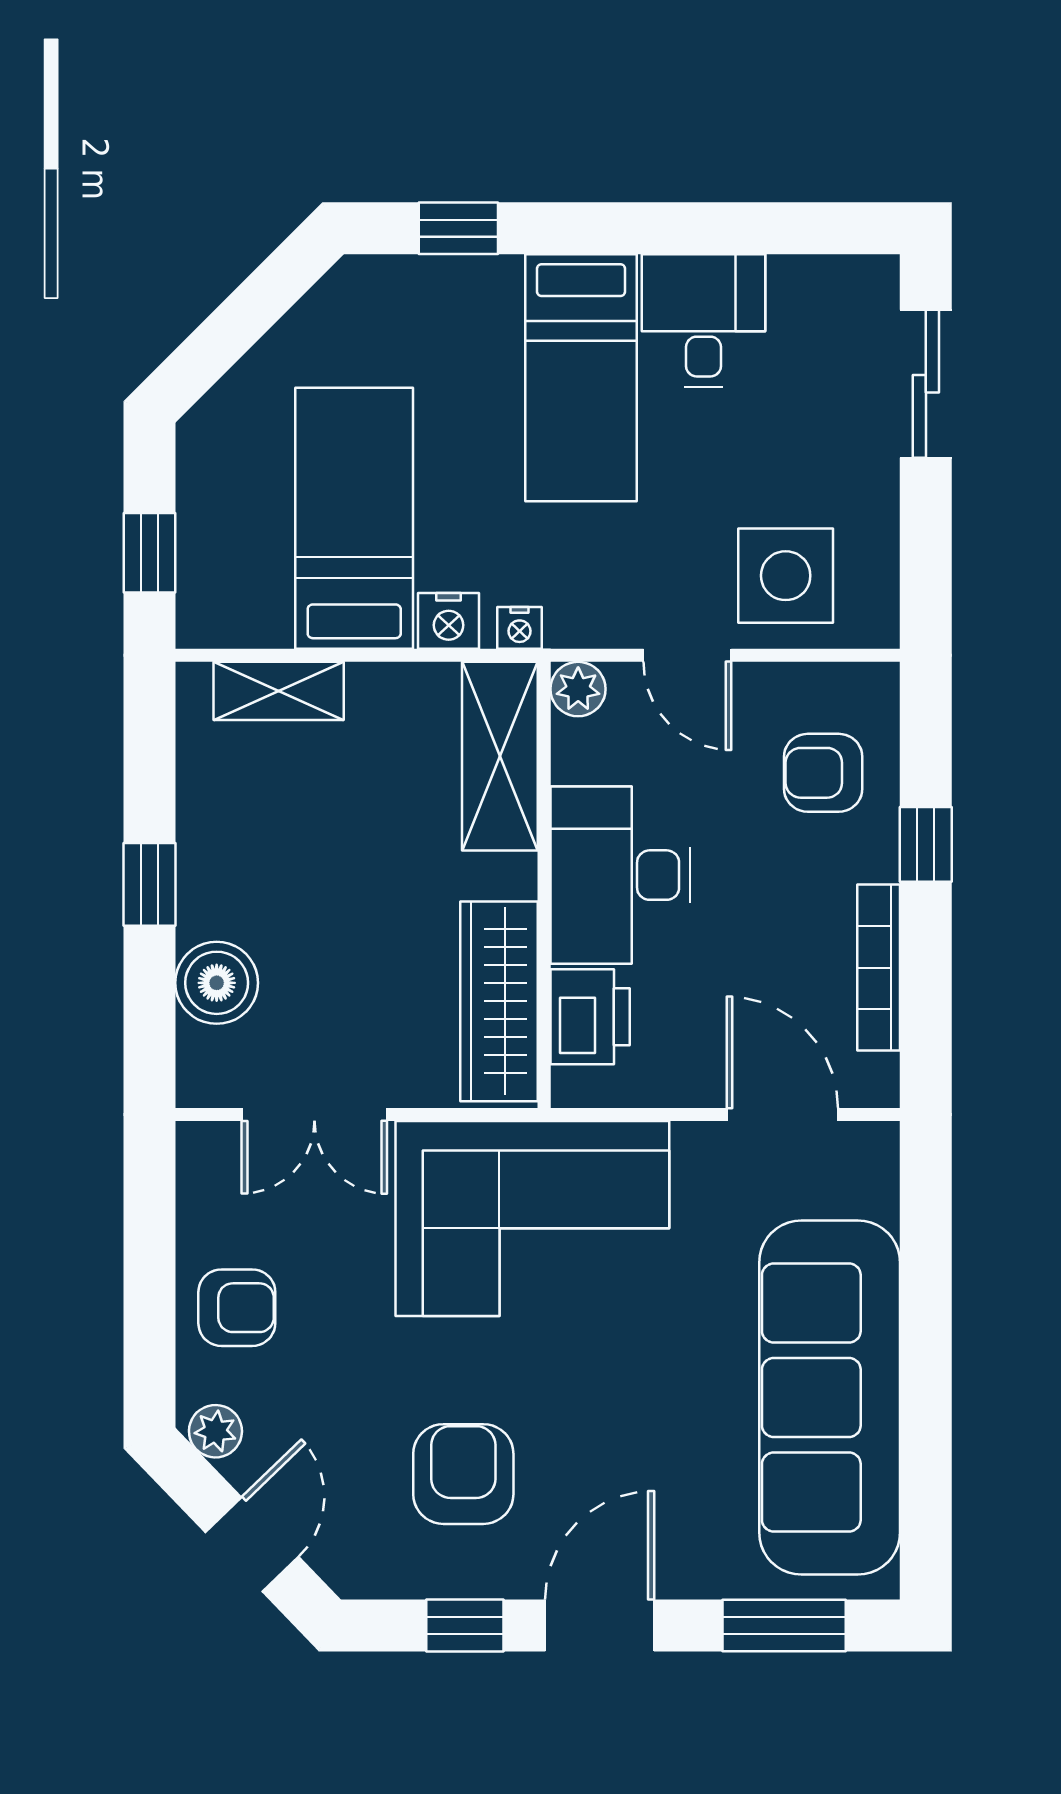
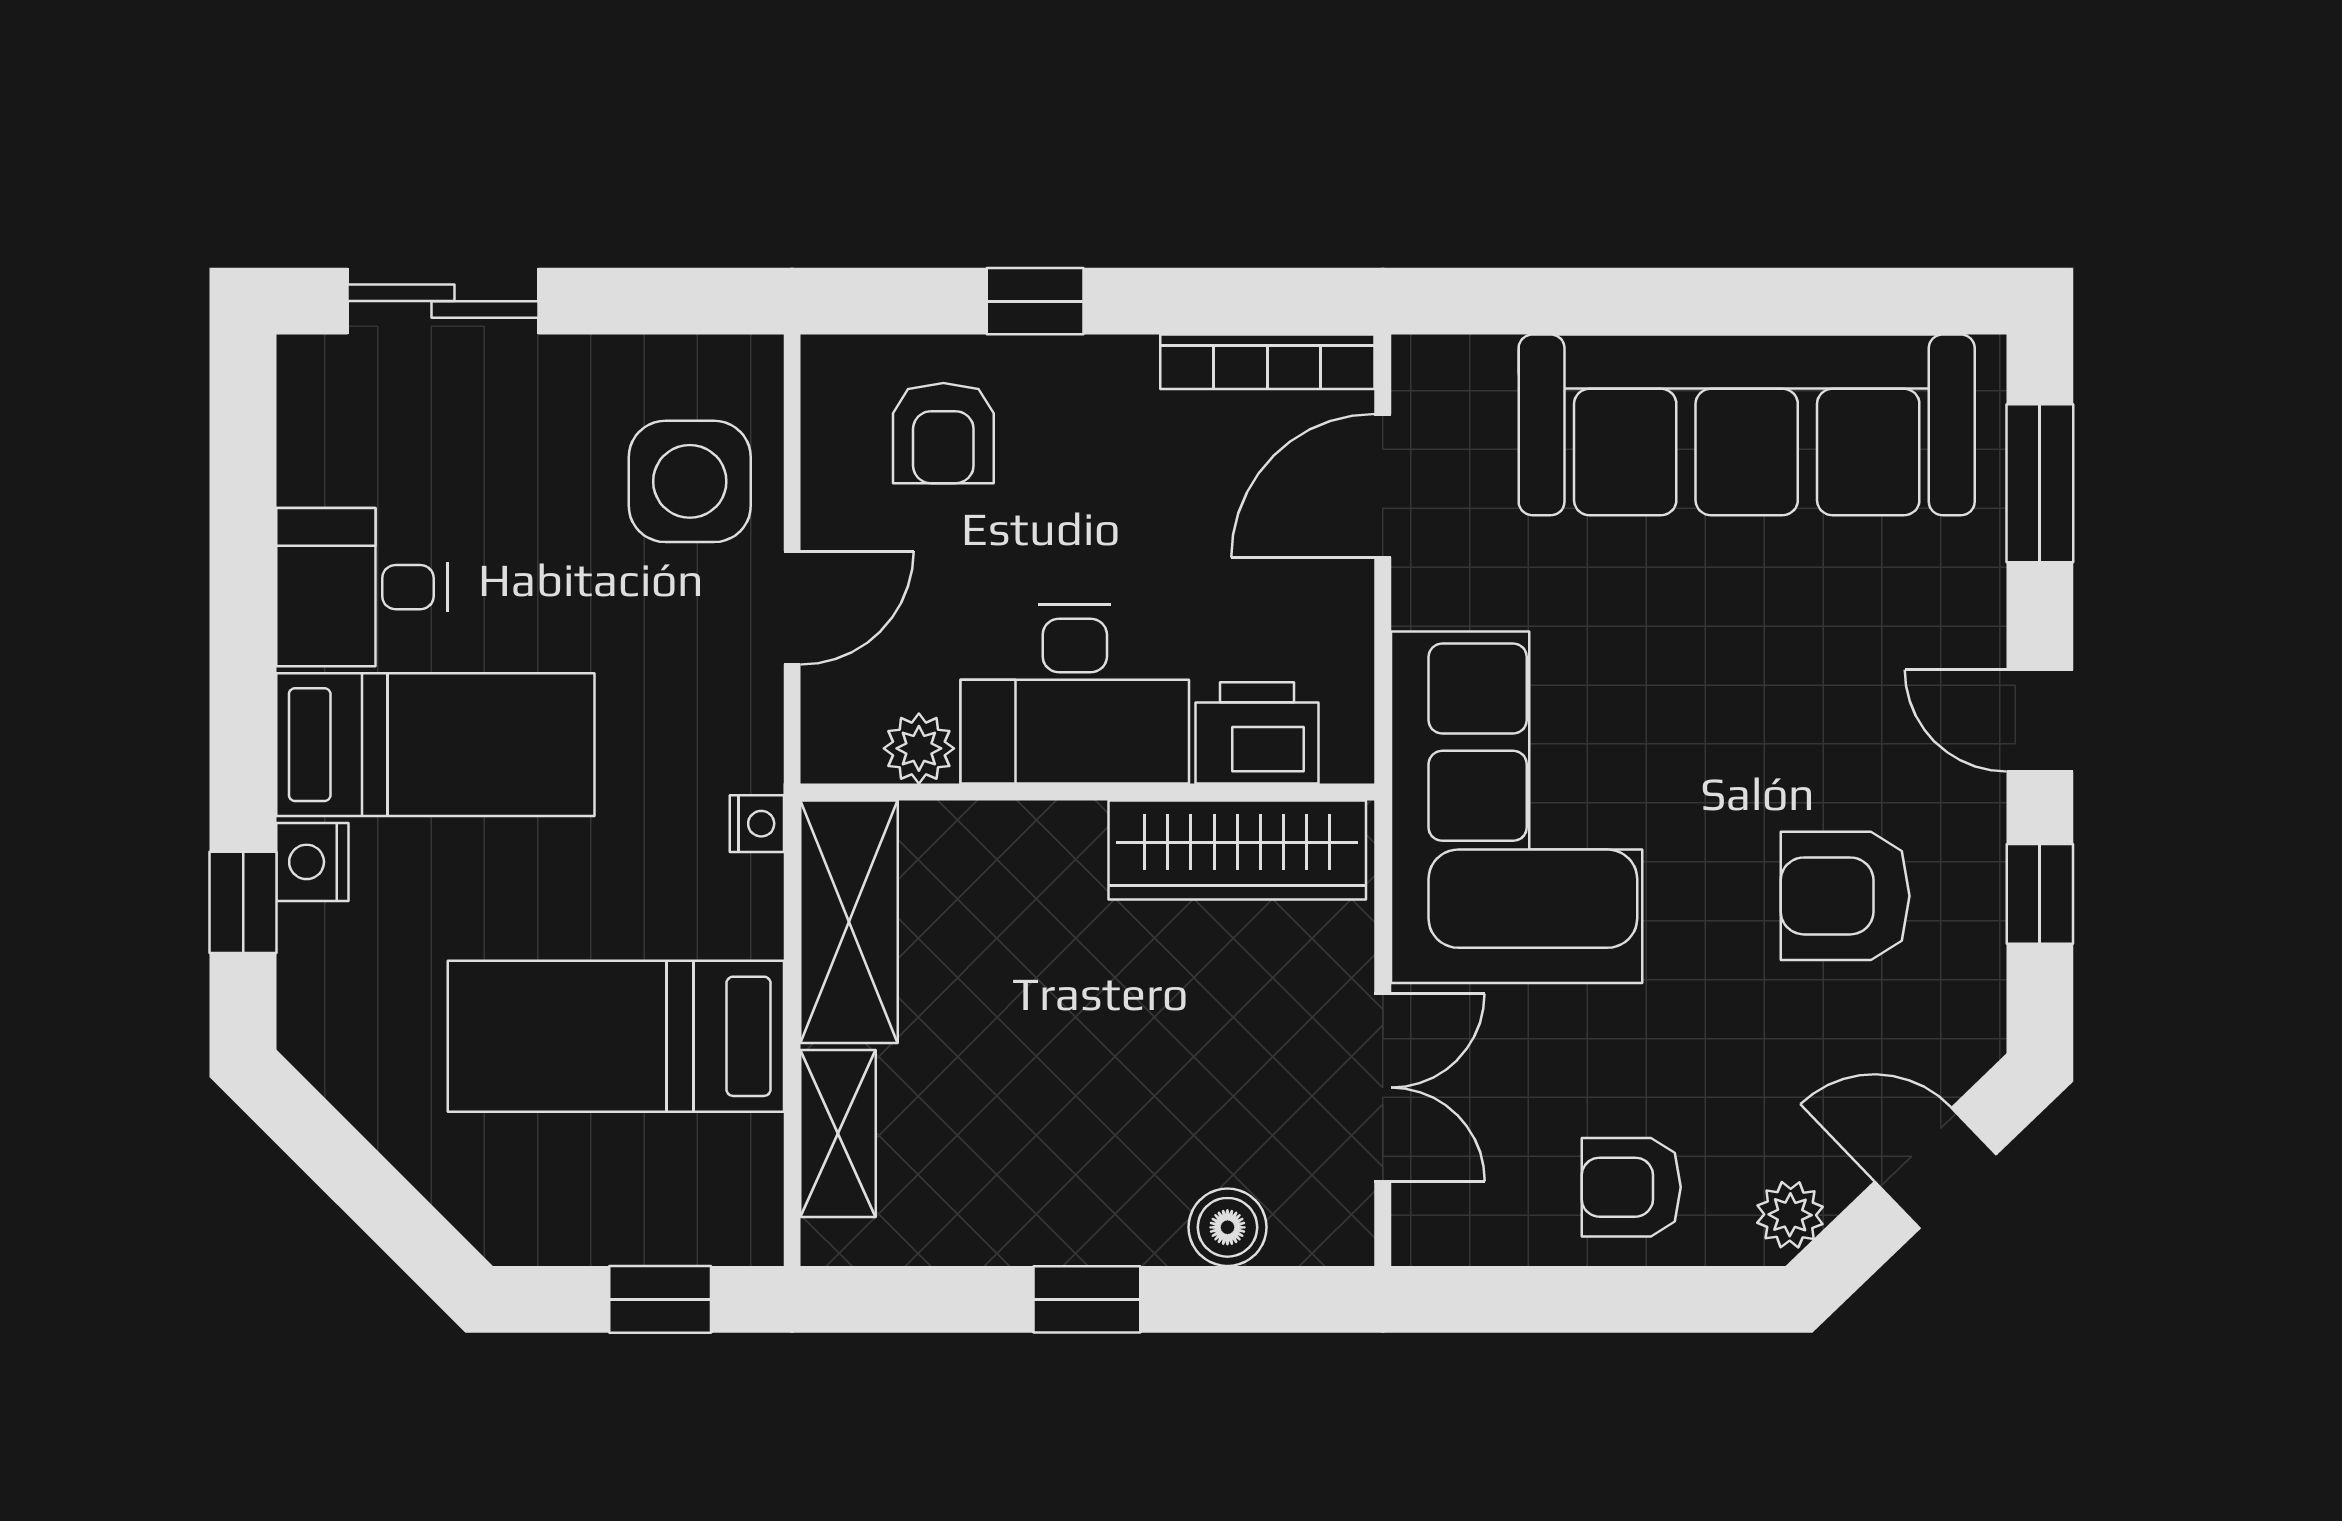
nightstand: (449, 621) -> (312, 862), moved, turned 180
plant: (578, 689) -> (919, 748), moved
shelving: (500, 756) -> (849, 922), moved, turned 90
bookcase: (879, 968) -> (1267, 362), moved
boiler: (217, 983) -> (1227, 1227), width x0.73, depth x0.73
armchair: (237, 1308) -> (1631, 1187), turned -90
door: (600, 1626) -> (2040, 721), width x0.73

